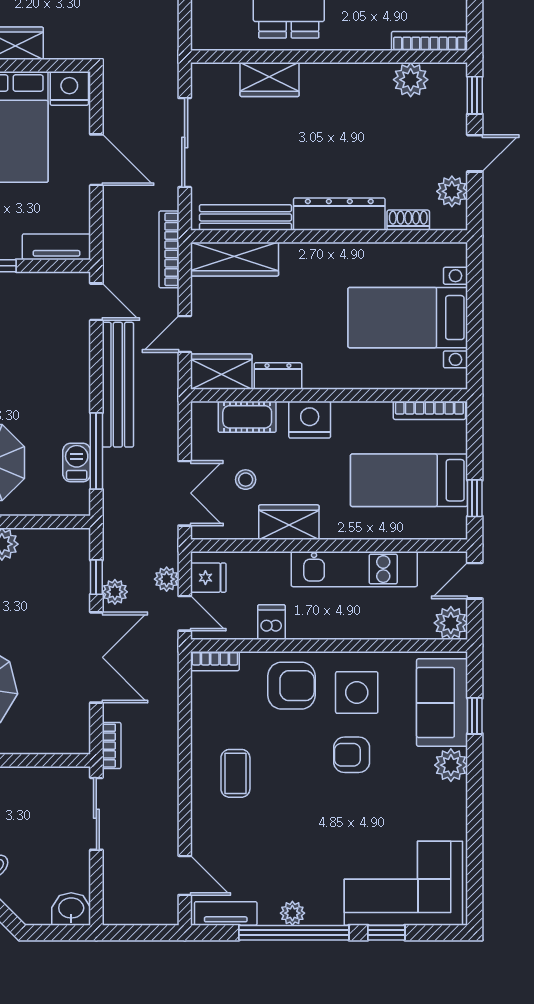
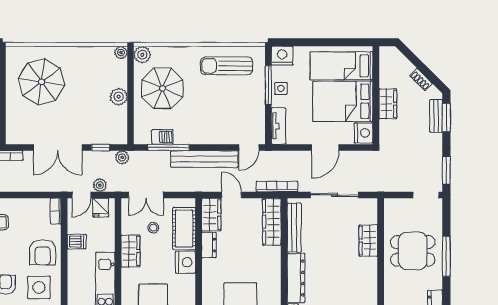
cot: (247, 417) -> (184, 228), width x1.37, depth x1.34
plant: (115, 592) -> (122, 157), moved

